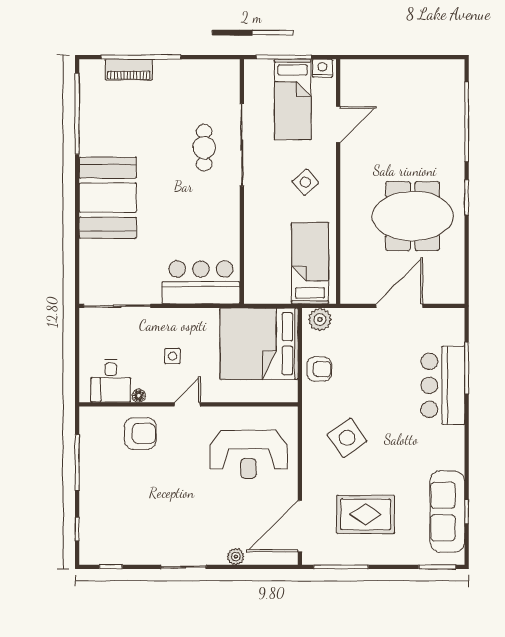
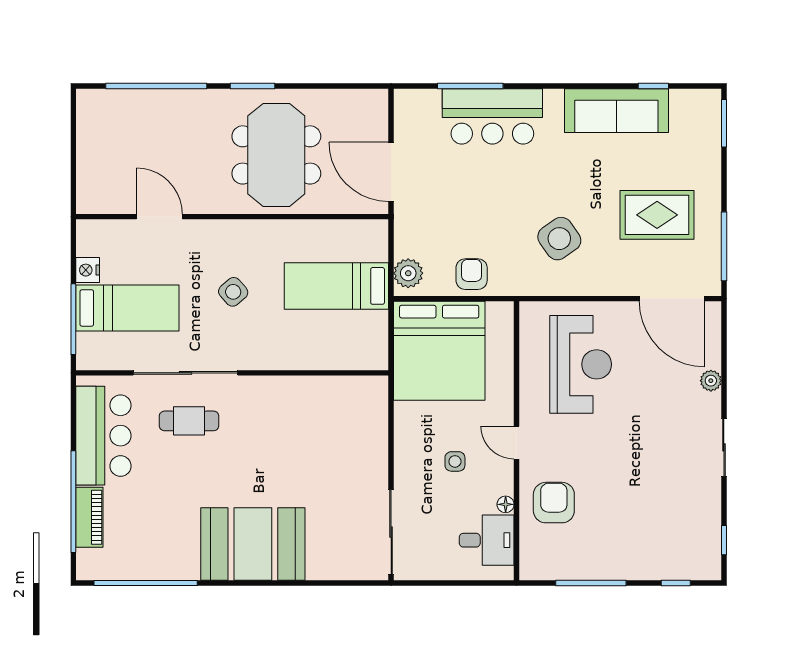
door: (338, 124) -> (159, 217), moved
wall: (338, 181) -> (232, 217), moved
bar counter: (201, 282) -> (103, 436), moved, turned 180
sofa: (447, 512) -> (616, 111), moved
rug: (366, 514) -> (657, 215), turned 90

